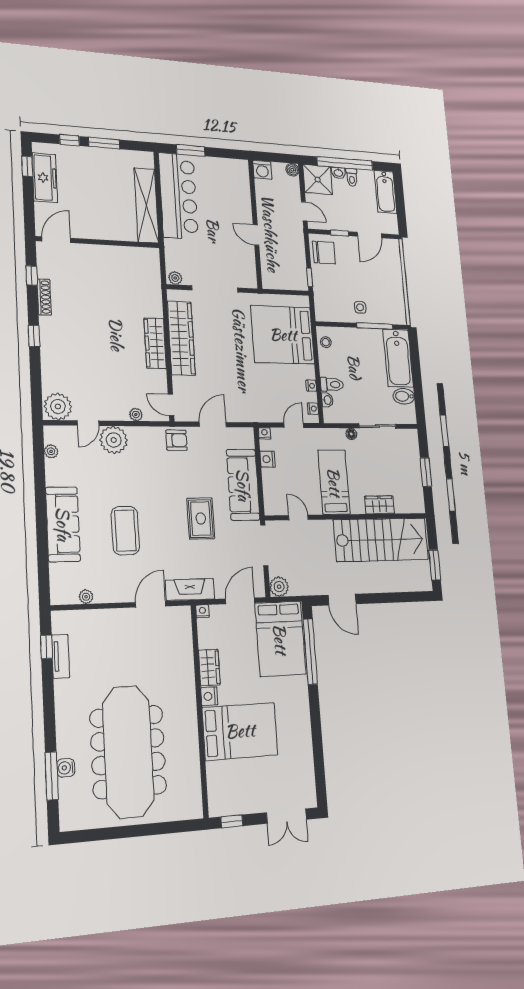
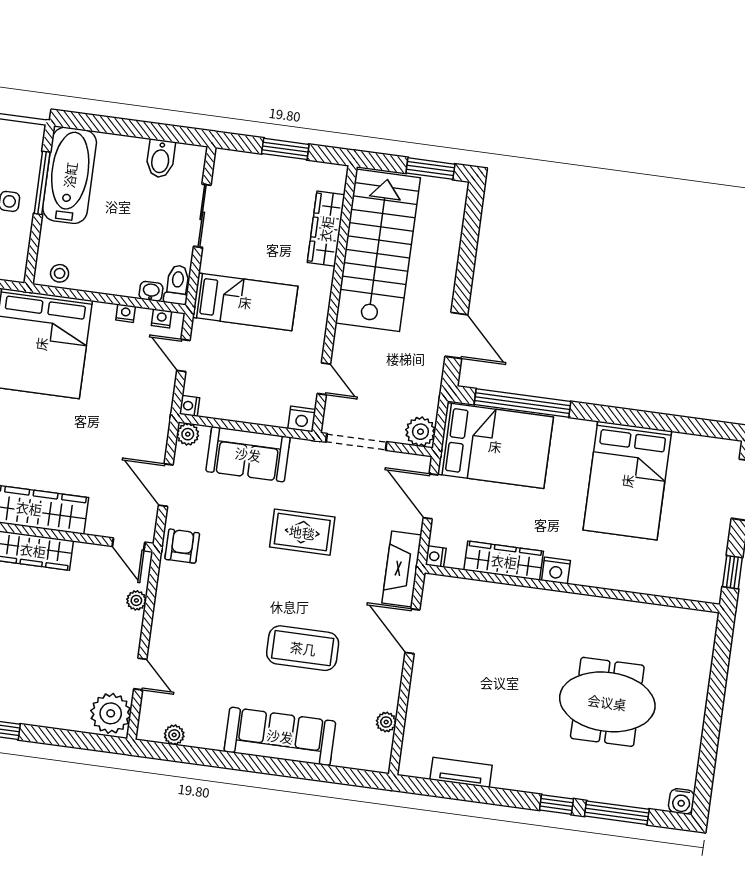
bathtub: (398, 358) -> (70, 175), moved, turned -90
toilet: (332, 384) -> (177, 285), moved
door: (171, 405) -> (129, 544), hinge flipped
floor lamp: (351, 434) -> (209, 263), removed
plant: (114, 440) -> (188, 434), moved, width x0.53, depth x0.53
nightstand: (268, 459) -> (302, 419), moved
bed: (334, 482) -> (245, 302), moved, turned 180
sofa: (243, 485) -> (248, 454), width x0.73
wardrobe: (380, 505) -> (326, 229), width x1.50
door: (298, 518) -> (324, 379), swing flipped
door: (342, 600) -> (456, 335), hinge flipped
window: (46, 647) -> (556, 805), moved
wardrobe: (209, 668) -> (504, 561), width x1.50
bed: (240, 731) -> (627, 481), moved, turned 180
meeting table: (128, 752) -> (607, 702), width x0.54, depth x0.79
water cooler: (66, 768) -> (681, 801), moved

